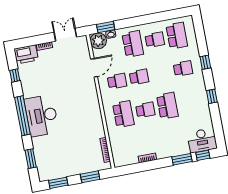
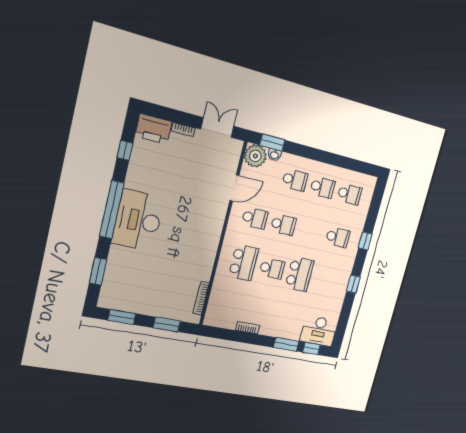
school desk: (177, 36) -> (349, 194), width x0.54
school desk: (133, 44) -> (295, 180), width x0.54

